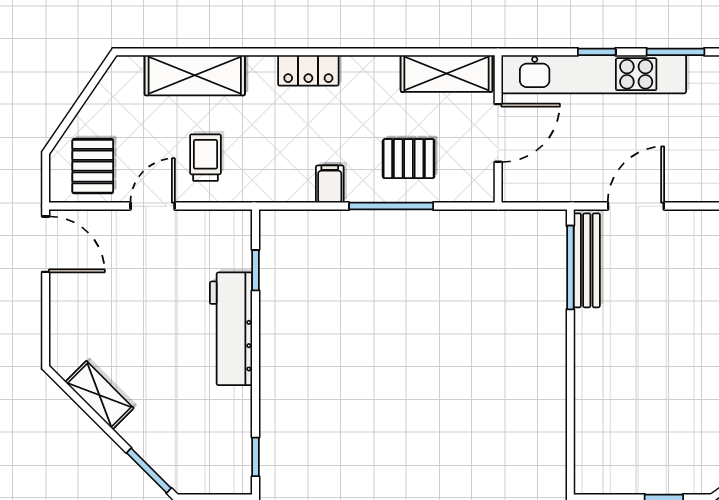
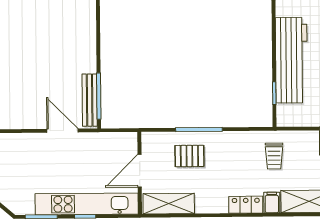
trolley: (205, 158) -> (274, 156), moved
filing cabinet: (330, 184) -> (272, 203), moved, turned 180
door: (636, 206) -> (63, 131), swing flipped
workbench: (231, 329) -> (291, 60), width x1.36, depth x1.32

